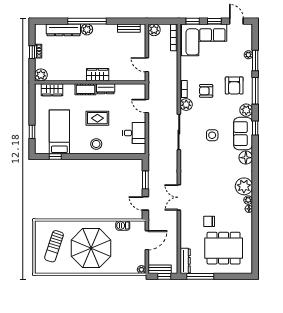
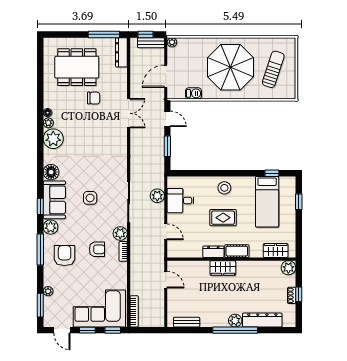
plant: (154, 30) -> (157, 196), moved
window: (255, 61) -> (40, 305), moved
double door: (179, 197) -> (129, 113), moved

